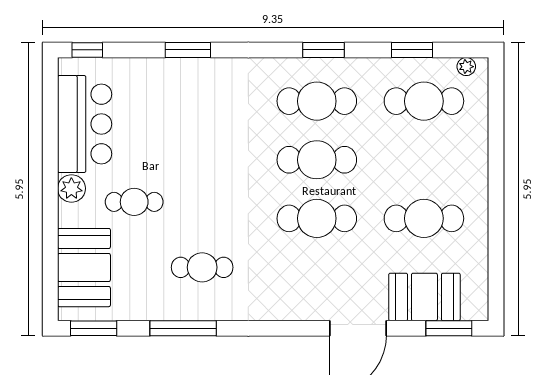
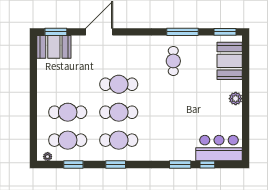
window: (87, 50) -> (207, 164), moved
bar counter: (85, 124) -> (219, 148), moved, turned 90
cafe table: (134, 202) -> (206, 92), removed
cafe table: (424, 218) -> (68, 112), moved
cafe table: (202, 267) -> (173, 61), turned 90
booth: (424, 297) -> (54, 47), moved

